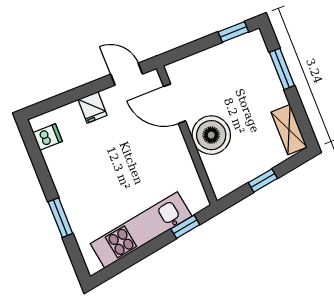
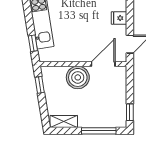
window: (282, 69) -> (99, 131), width x1.44
window: (263, 181) -> (40, 85), moved

